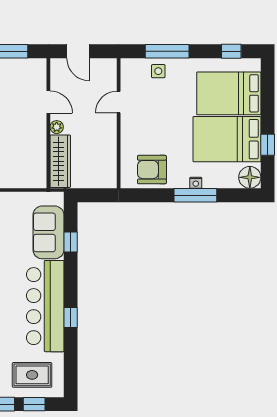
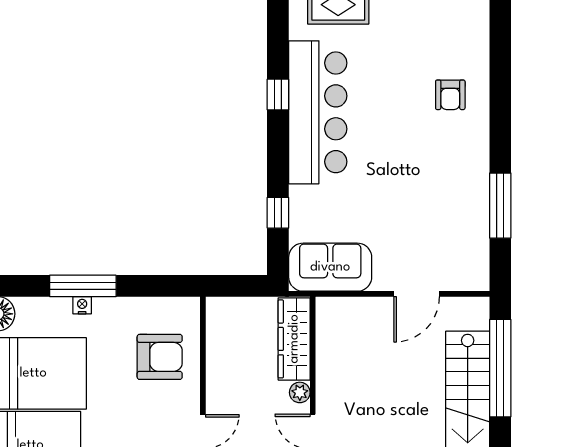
armchair: (152, 170) -> (160, 357), moved
sofa: (48, 232) -> (330, 267), moved, turned -90

